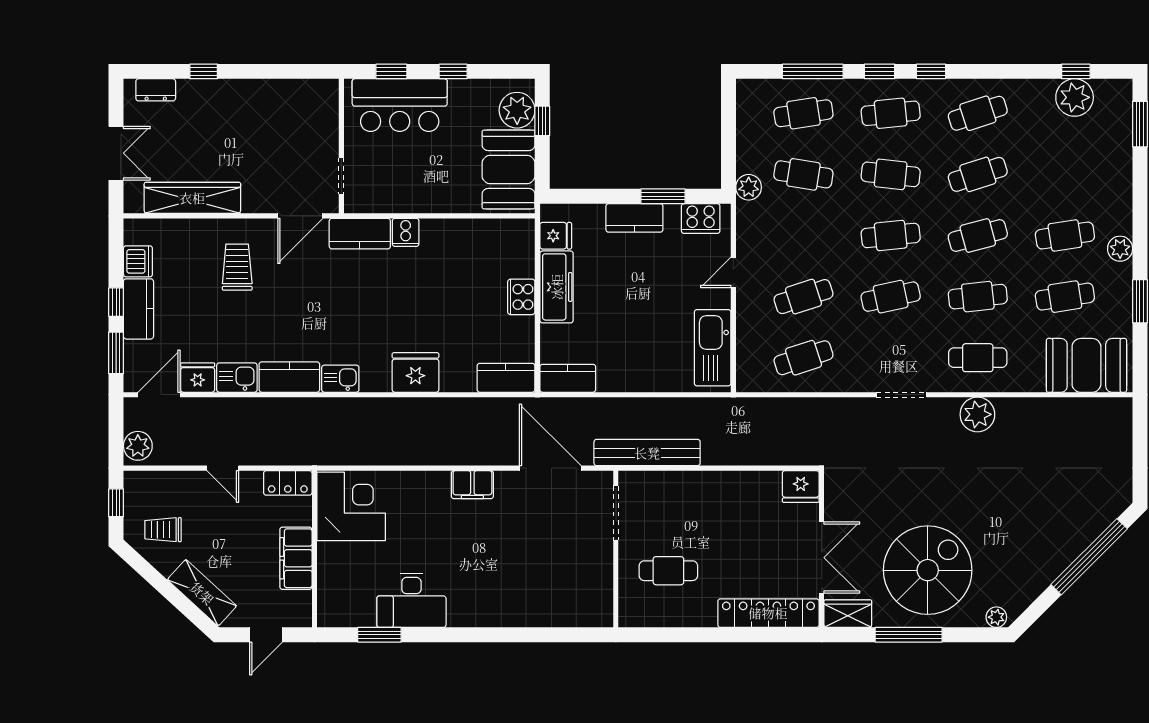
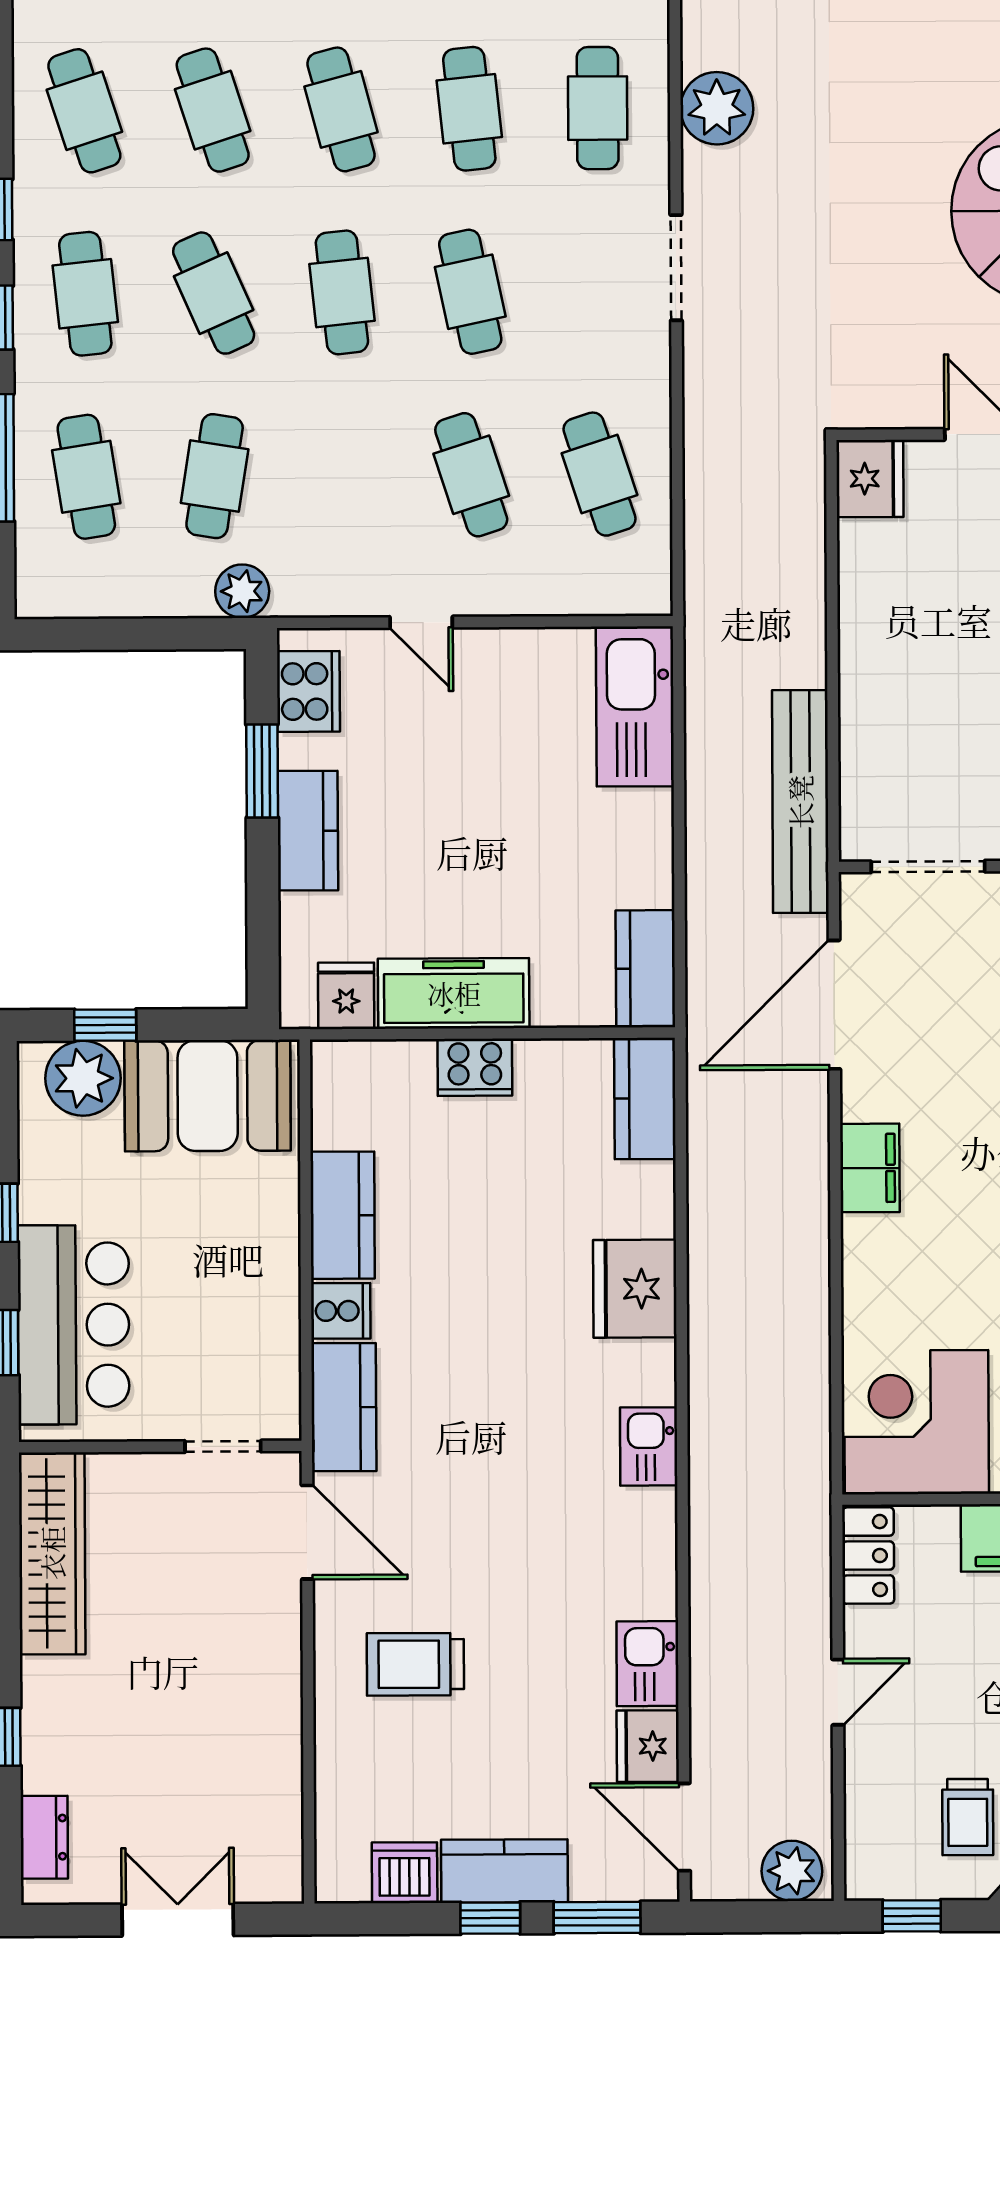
cafe table: (891, 174) -> (214, 293), turned -30
wardrobe: (192, 198) -> (52, 1553), moved, turned 180
kitchen sink: (713, 348) -> (635, 706), moved, turned 90
kitchen counter: (289, 377) -> (343, 1215), moved, turned 180

